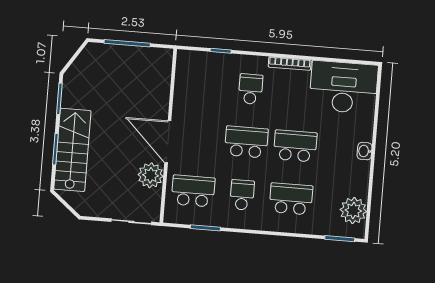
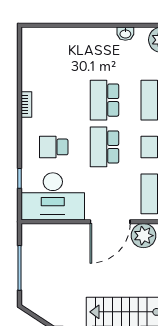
bookcase: (290, 63) -> (26, 104), width x0.64
desk: (344, 87) -> (53, 196), moved, turned -90
washbasin: (365, 151) -> (125, 34), moved

